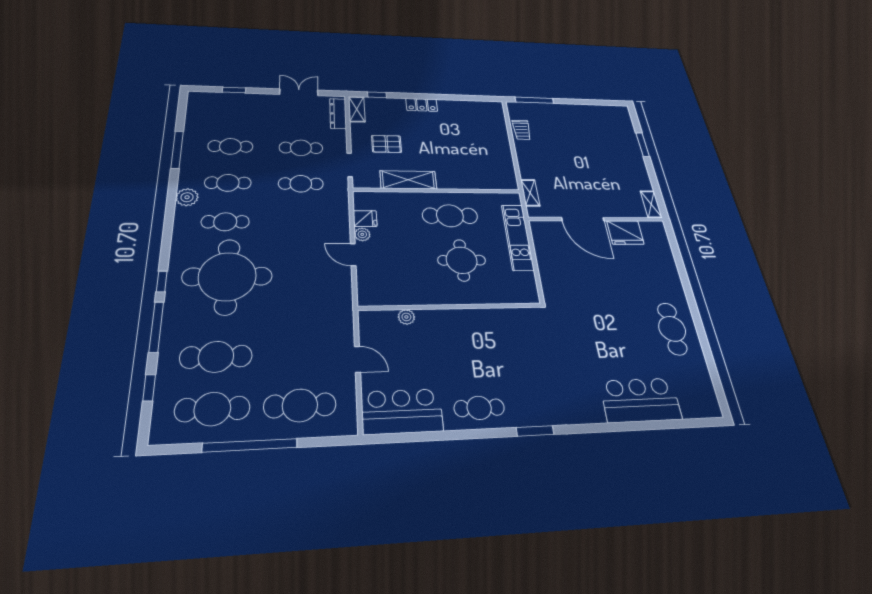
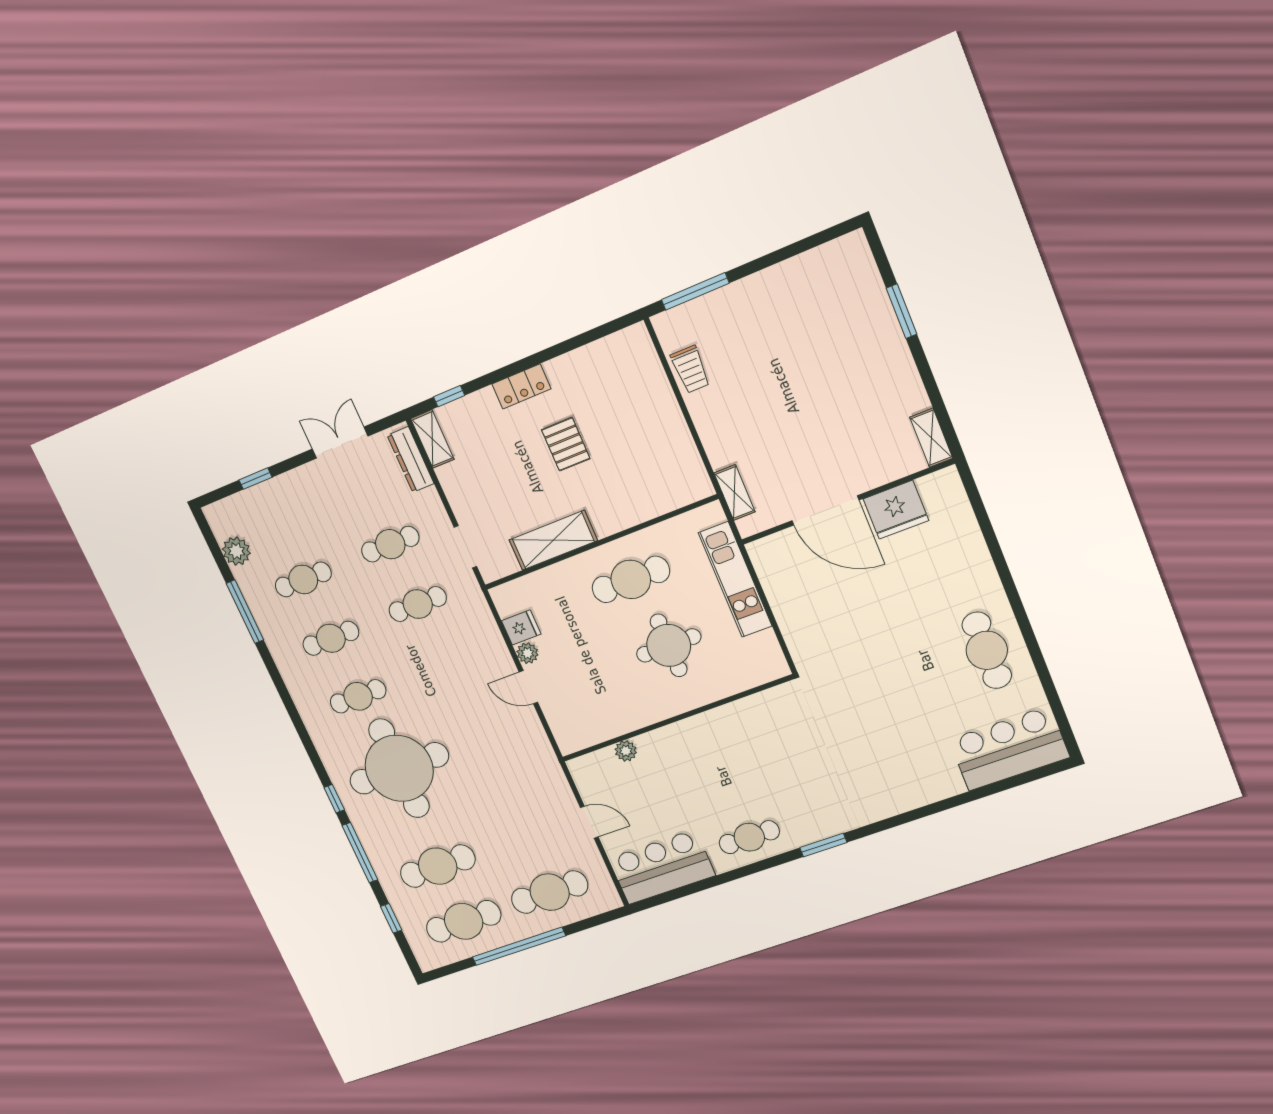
pallet: (386, 144) -> (566, 444), moved, turned 90
plant: (187, 197) -> (236, 551), moved
bar counter: (640, 400) -> (1009, 748), moved

